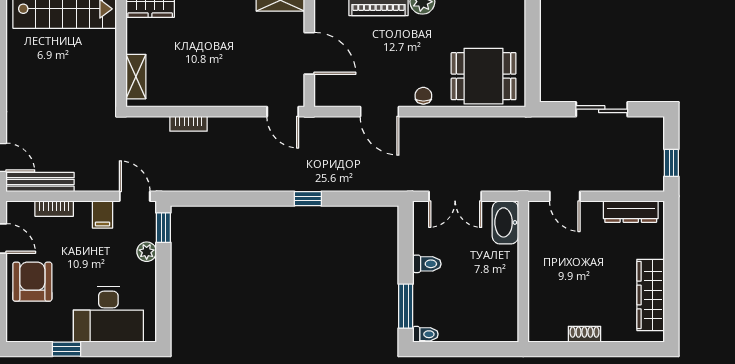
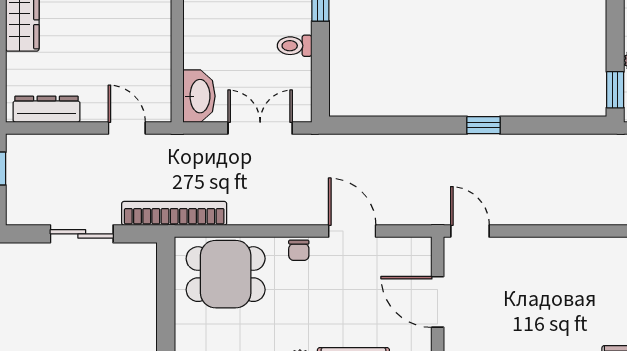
bookcase: (189, 124) -> (174, 213), moved, width x2.31, depth x1.31
window: (308, 199) -> (484, 125), moved

